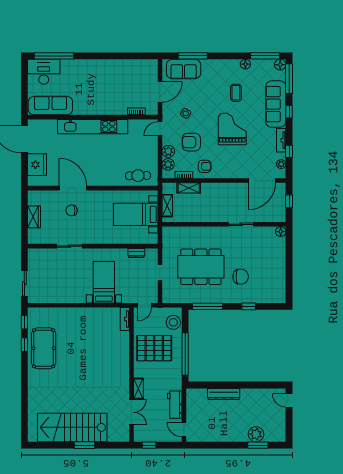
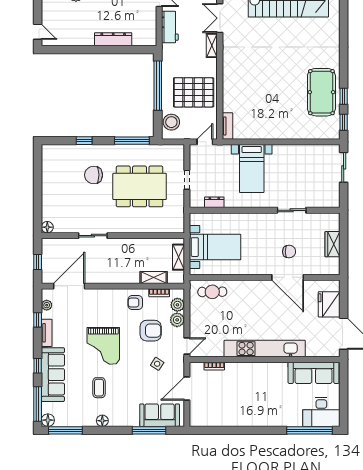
floor lamp: (245, 64) -> (102, 421), moved

